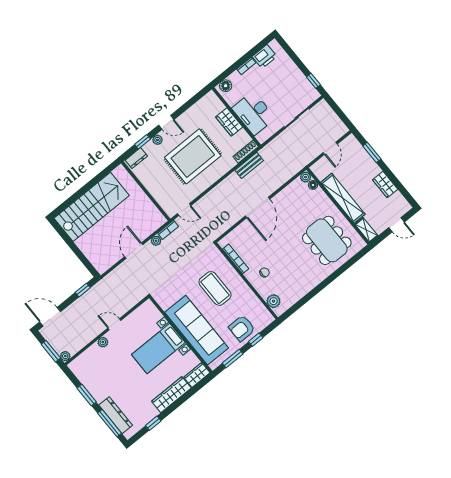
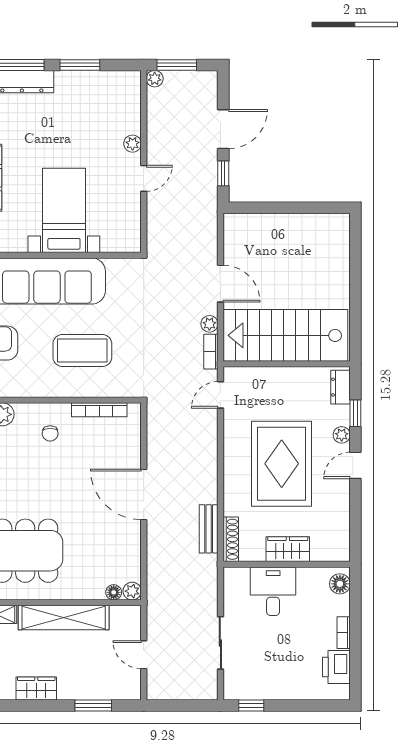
desk: (254, 113) -> (273, 591), width x0.73
stairs: (92, 207) -> (285, 335), moved, turned 90
door: (50, 317) -> (223, 129), moved

